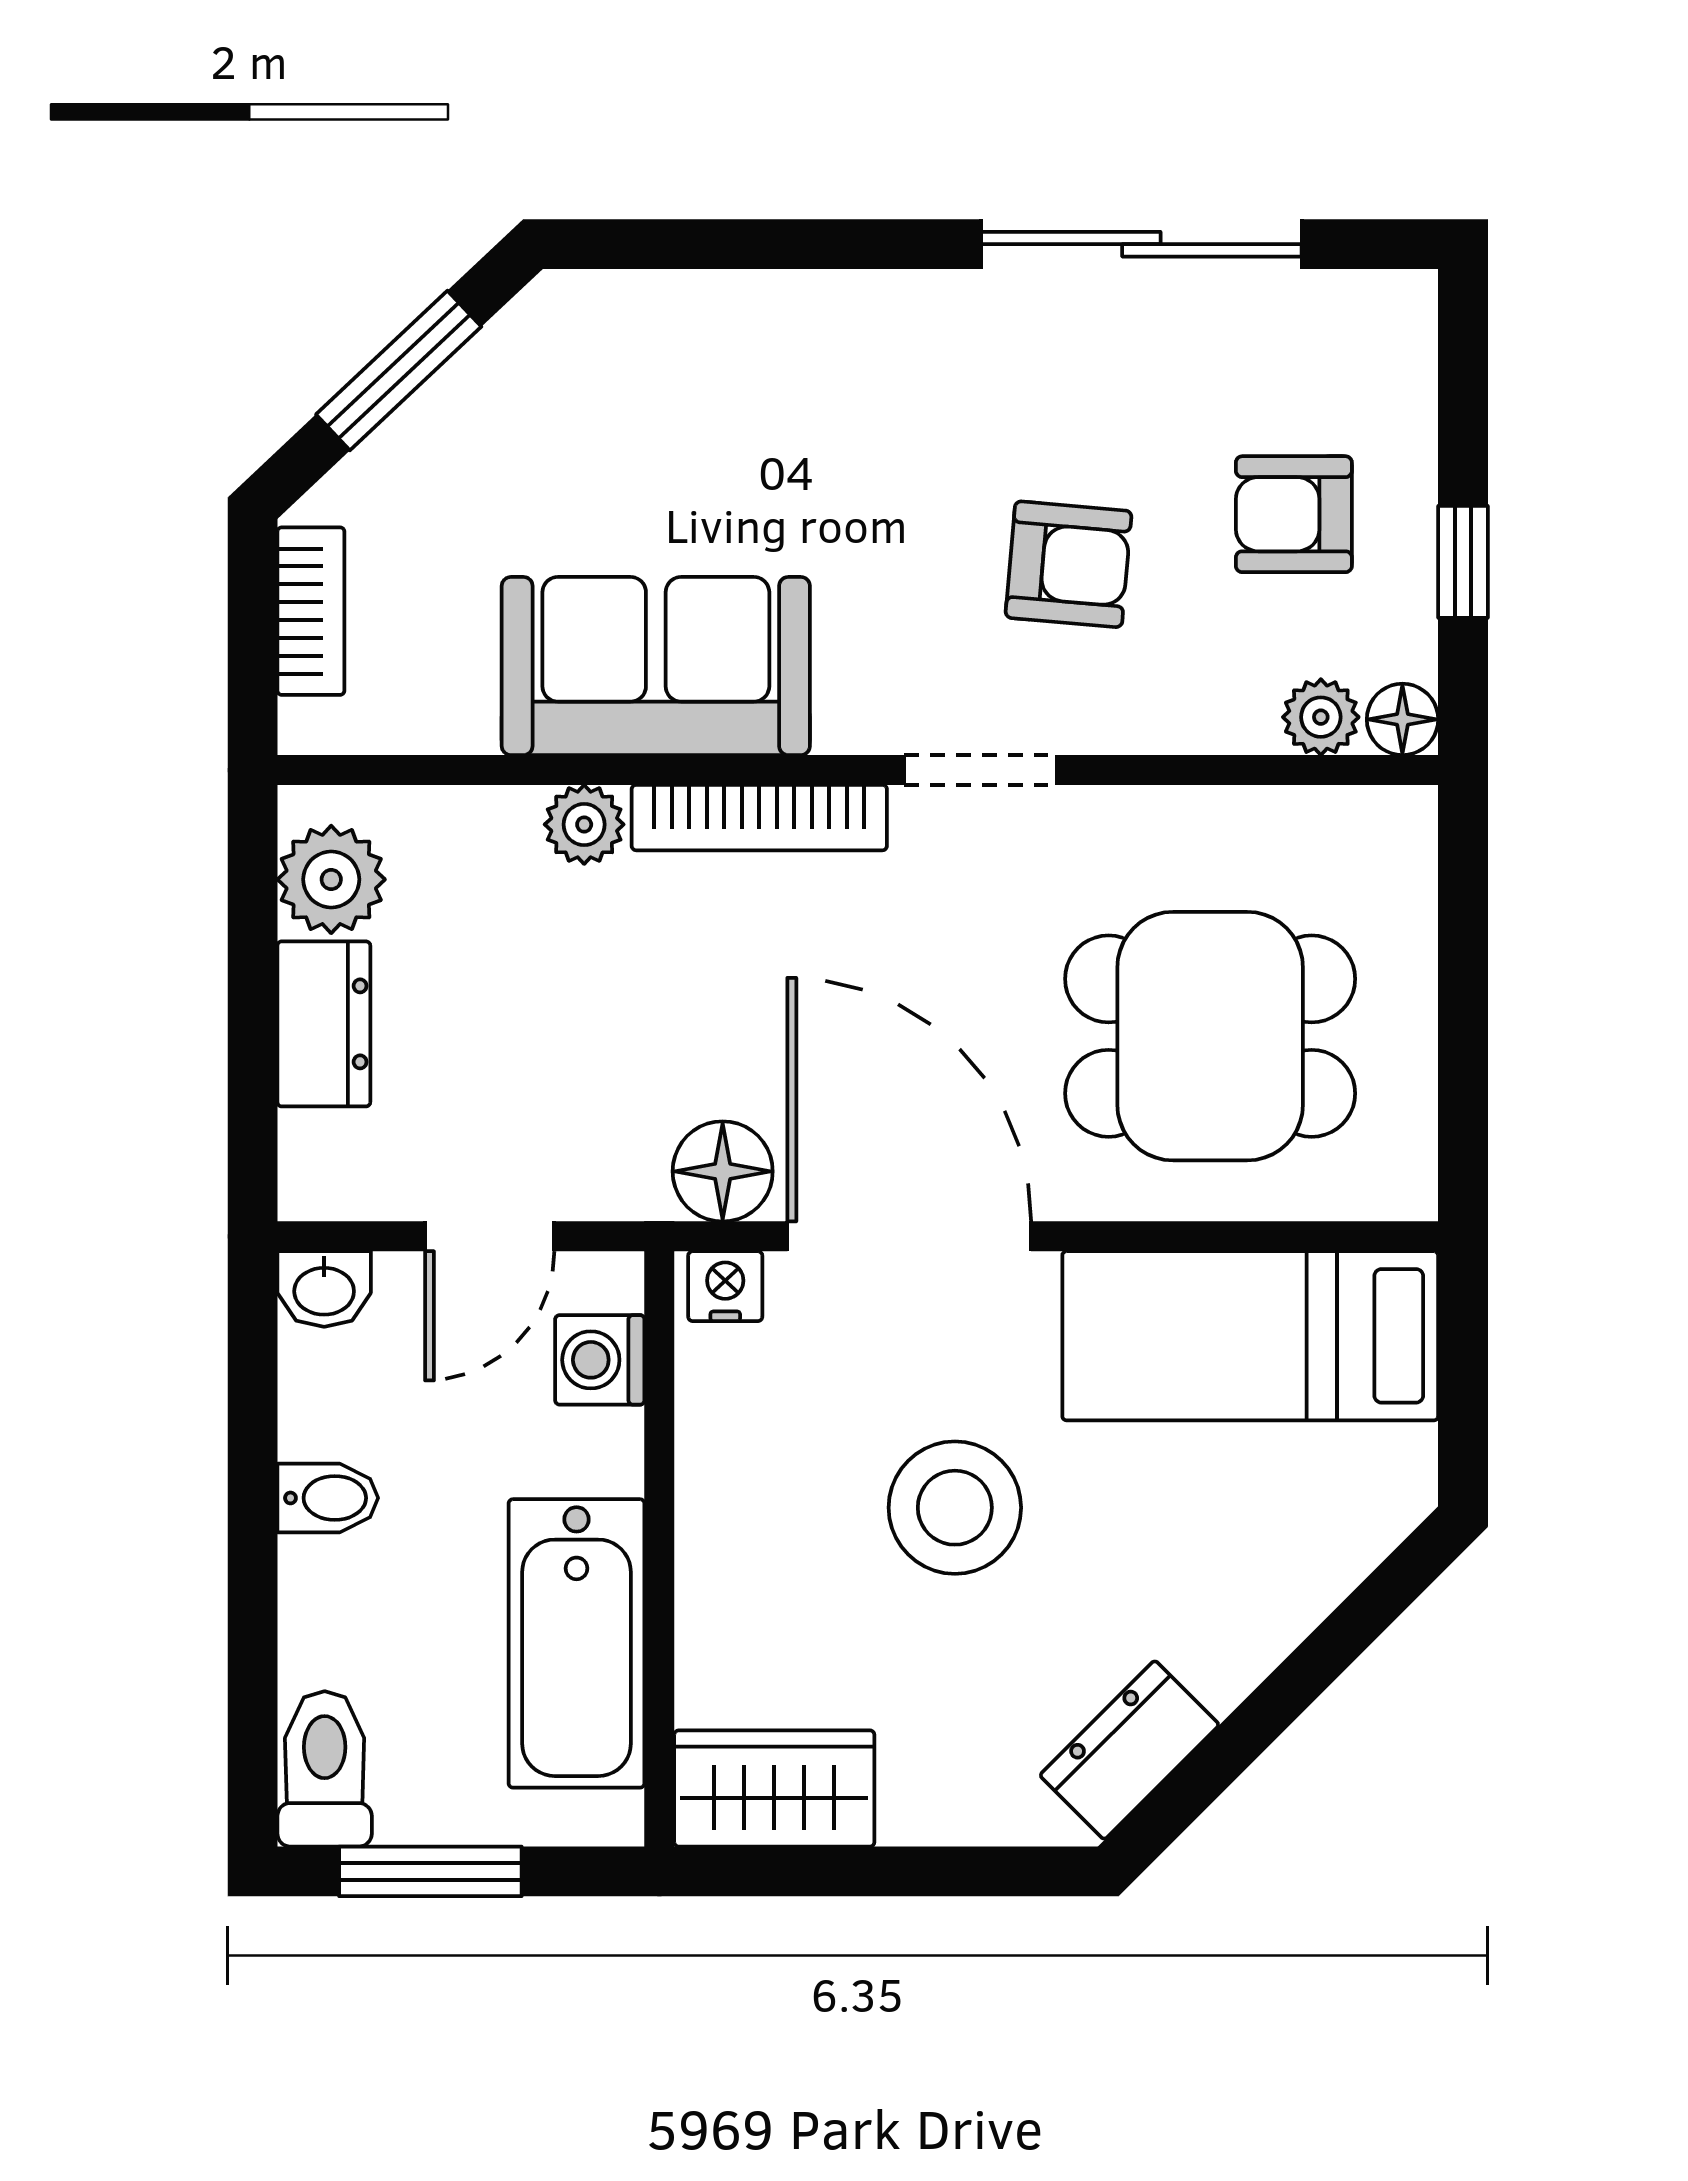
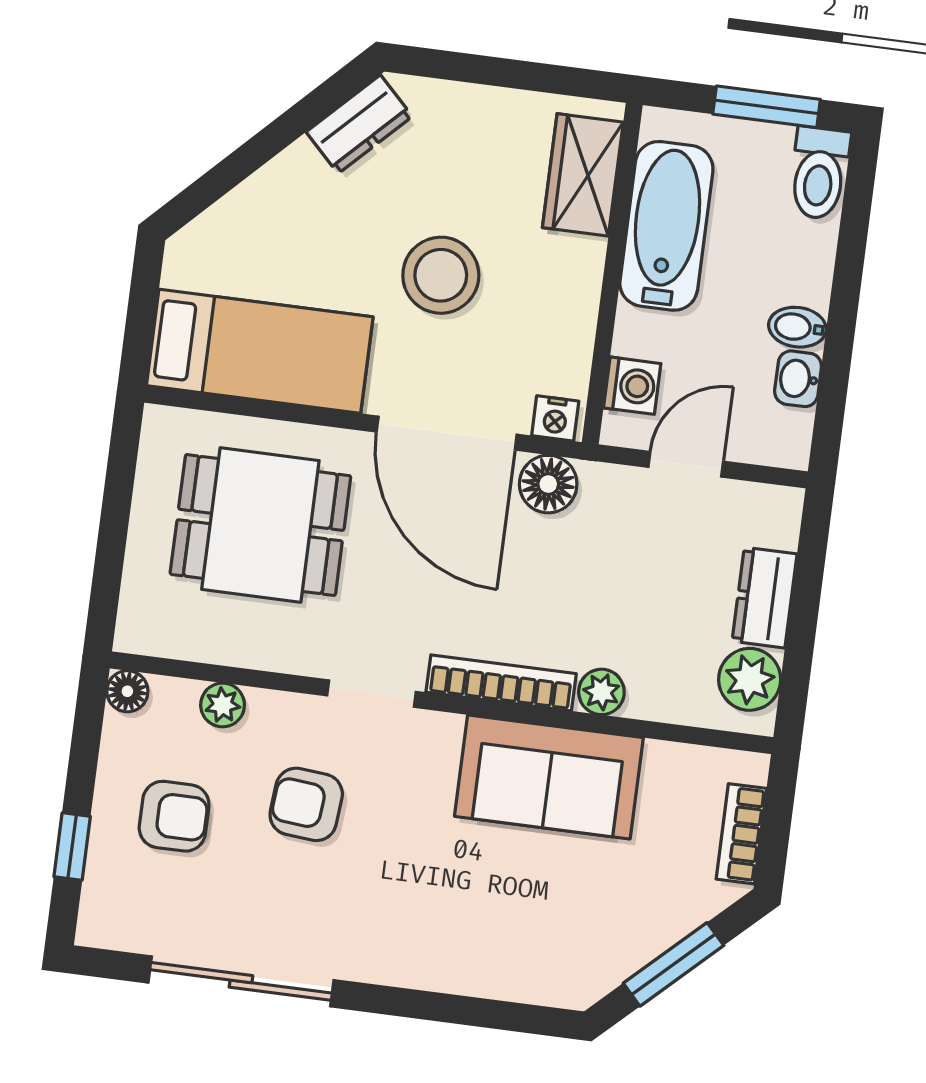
window: (1463, 562) -> (72, 847), moved
plant: (1321, 717) -> (223, 705), moved
washbasin: (324, 1289) -> (798, 379), moved, turned -90
wardrobe: (774, 1788) -> (583, 175), moved, turned 90

